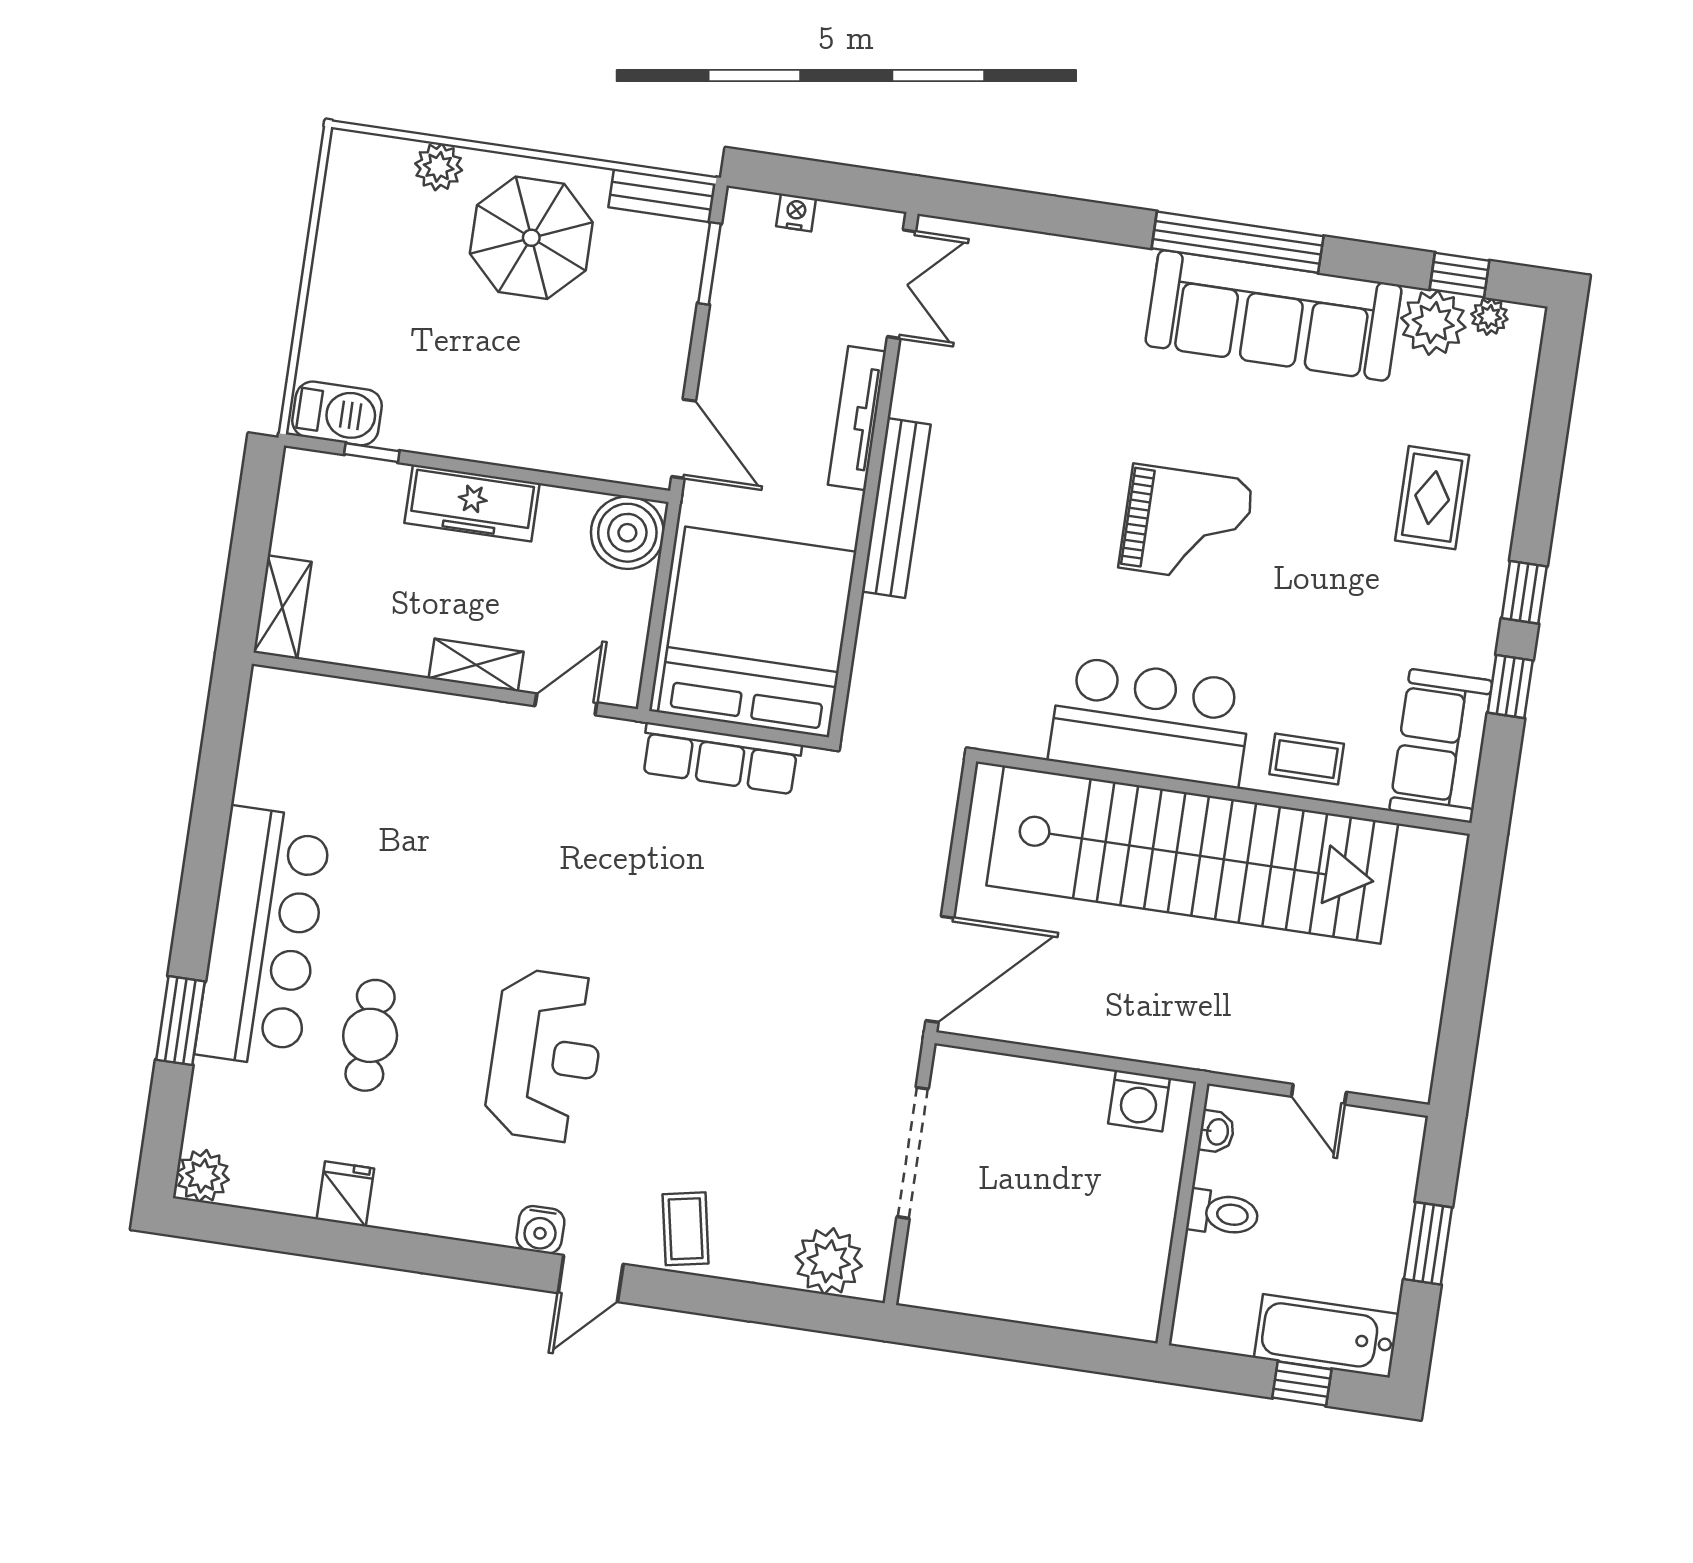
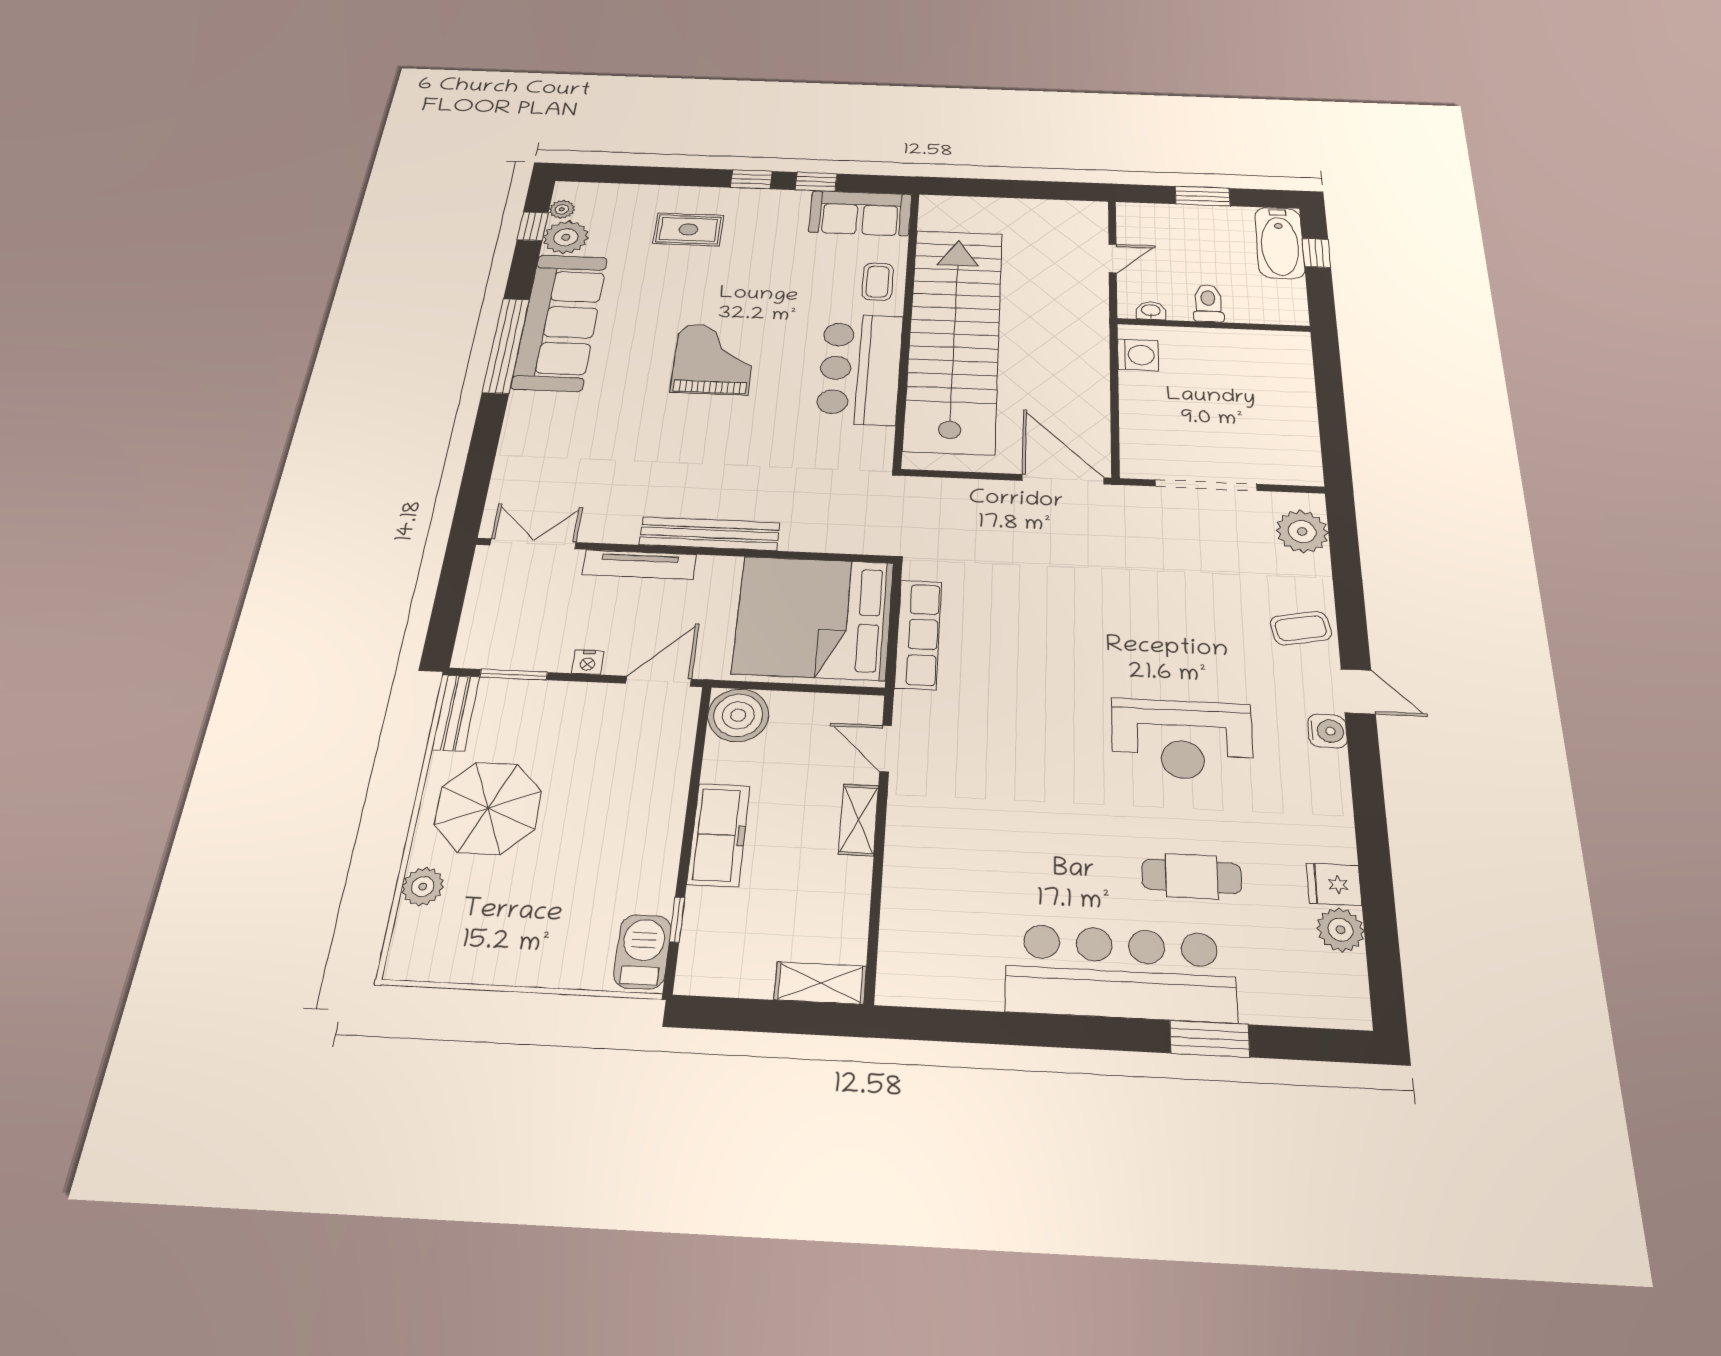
nightstand: (796, 212) -> (588, 662), moved, turned -90
reception desk: (545, 1056) -> (1182, 739), turned 180
plant: (203, 1176) -> (1340, 930), moved

